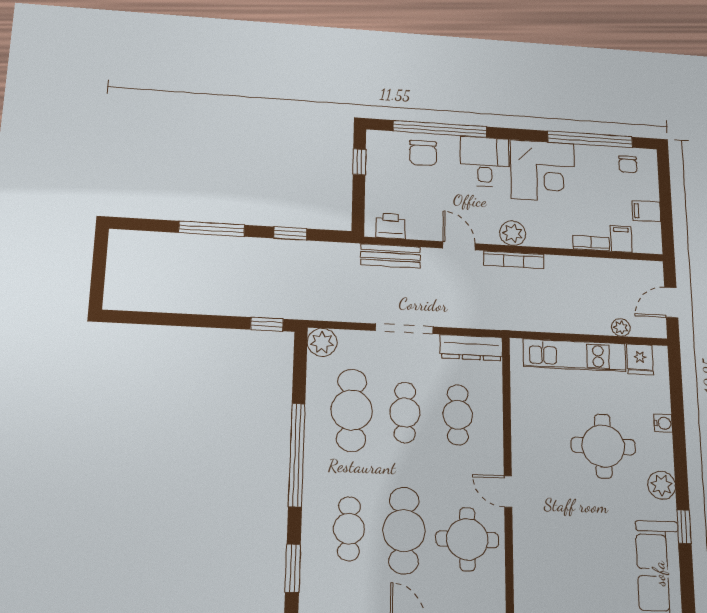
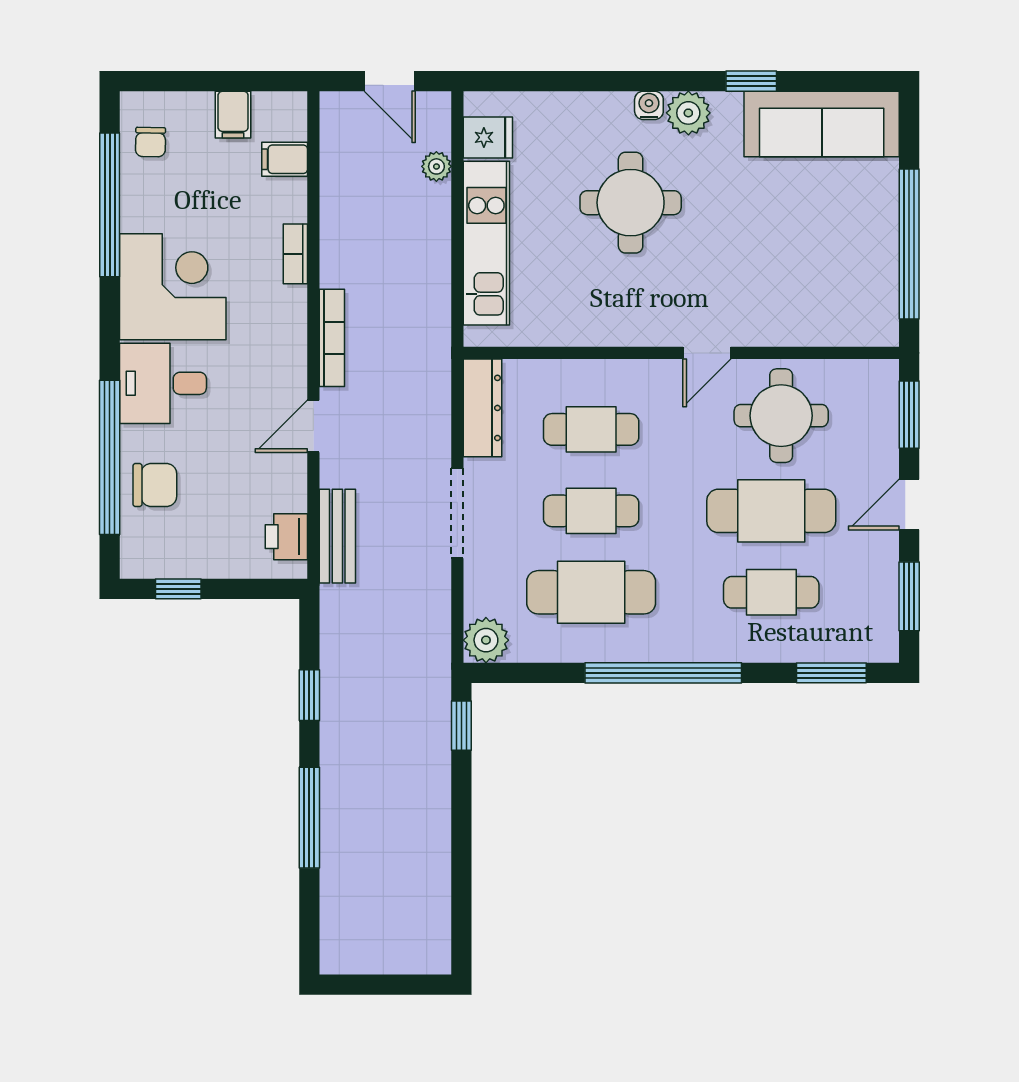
chair: (628, 164) -> (150, 142), turned 91
plant: (513, 233) -> (286, 339), removed
bookcase: (591, 243) -> (295, 254), moved
water cooler: (663, 423) -> (649, 105), moved

